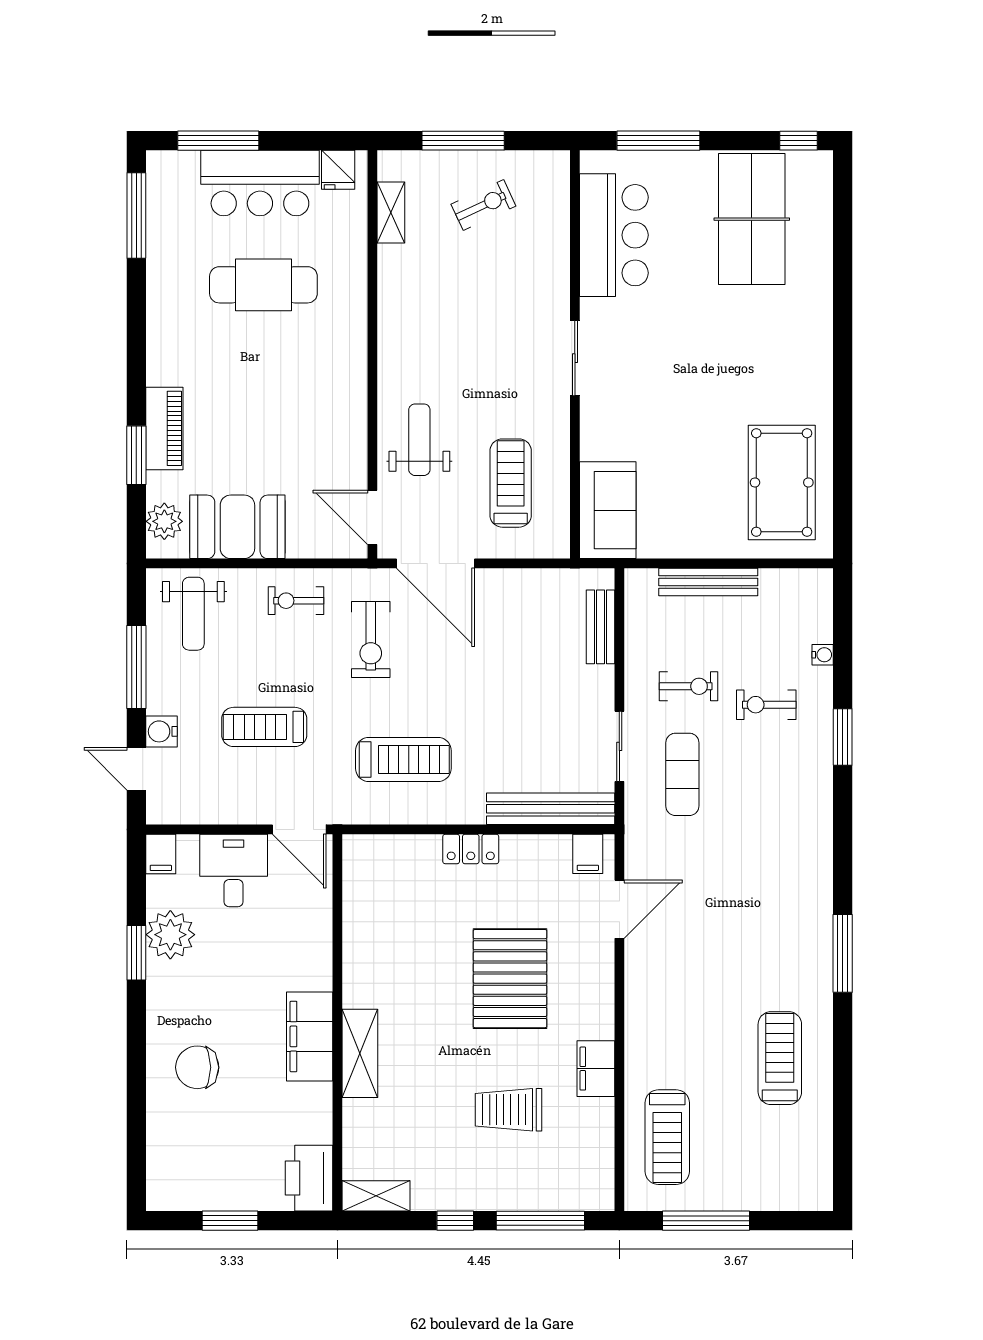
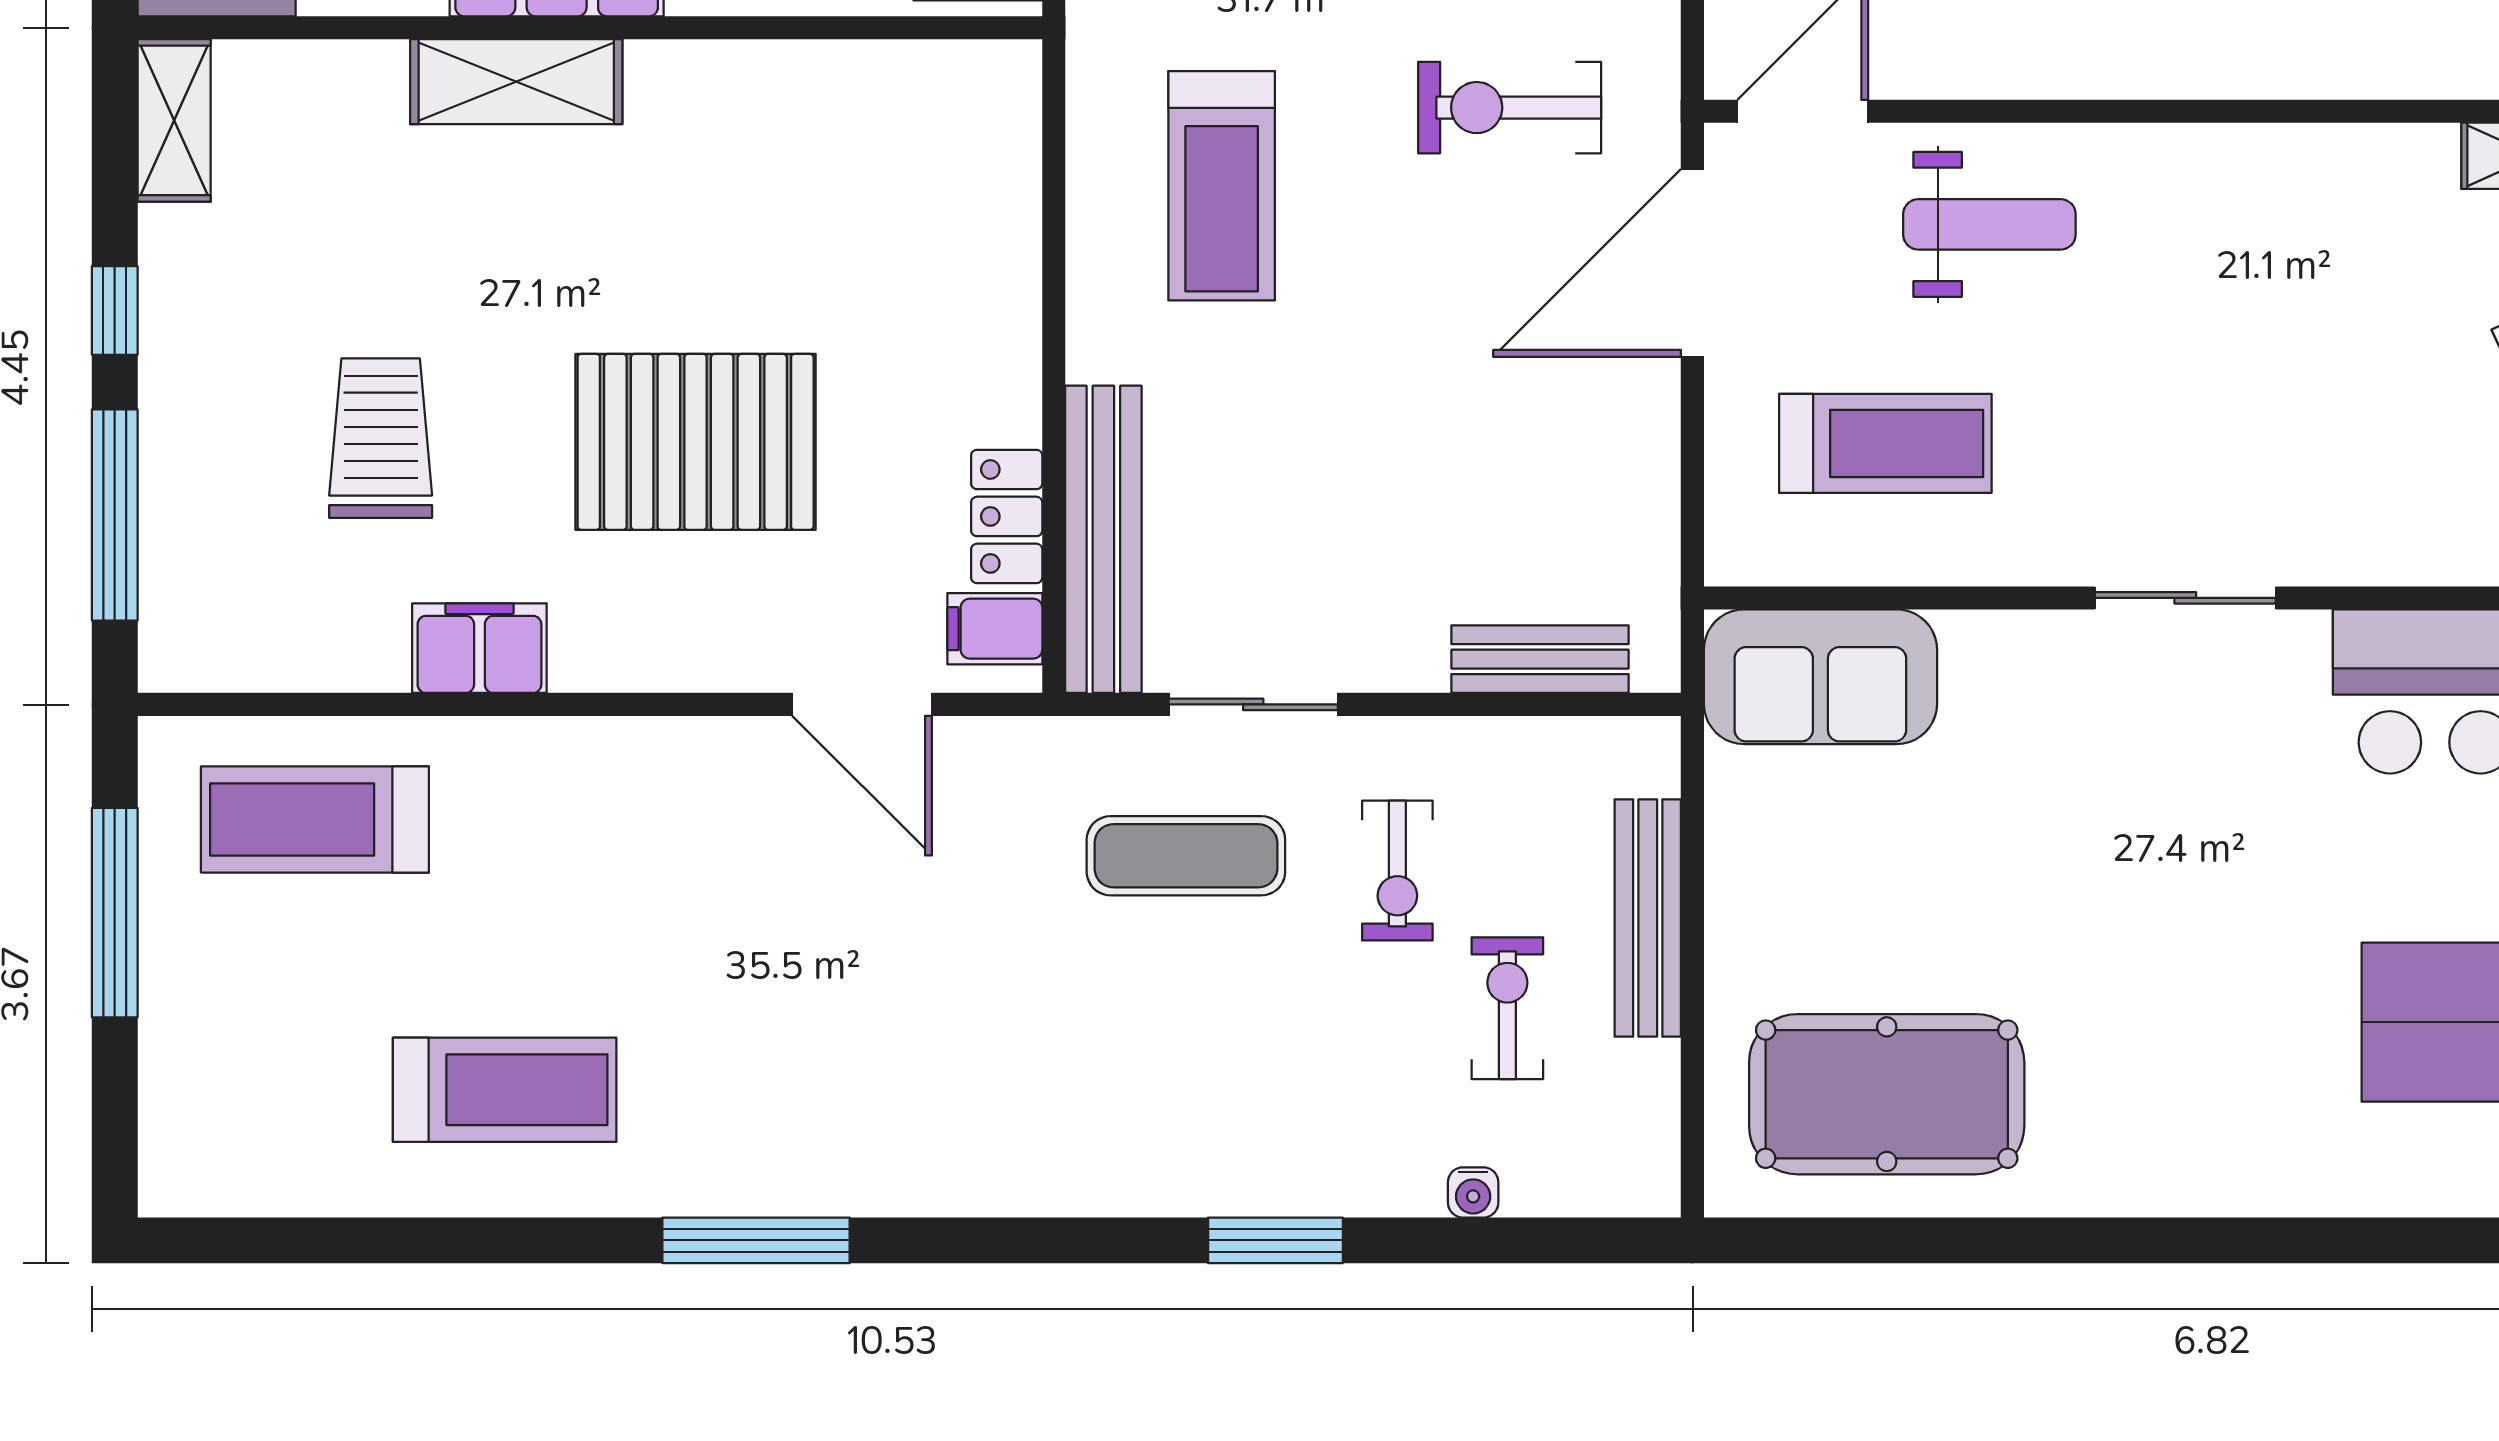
exercise bike: (766, 705) -> (1507, 1008), moved
locker: (471, 849) -> (1007, 516), moved

